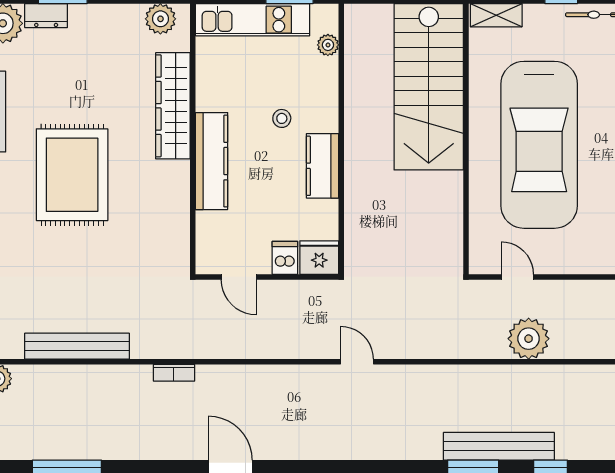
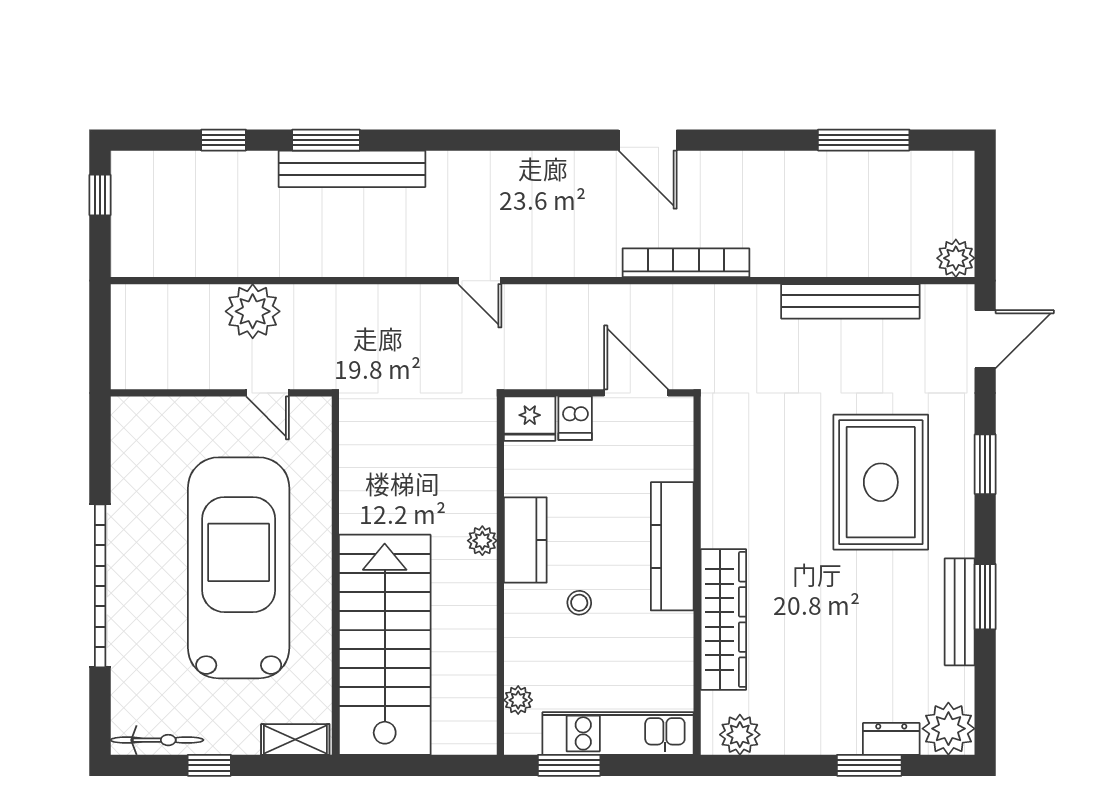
plant: (355, 165) -> (482, 541), added
rug: (72, 175) -> (881, 482), moved
door: (239, 277) -> (636, 393), width x1.38
bookcase: (174, 373) -> (686, 263), width x2.31, depth x1.31
bench: (499, 446) -> (352, 169), moved

